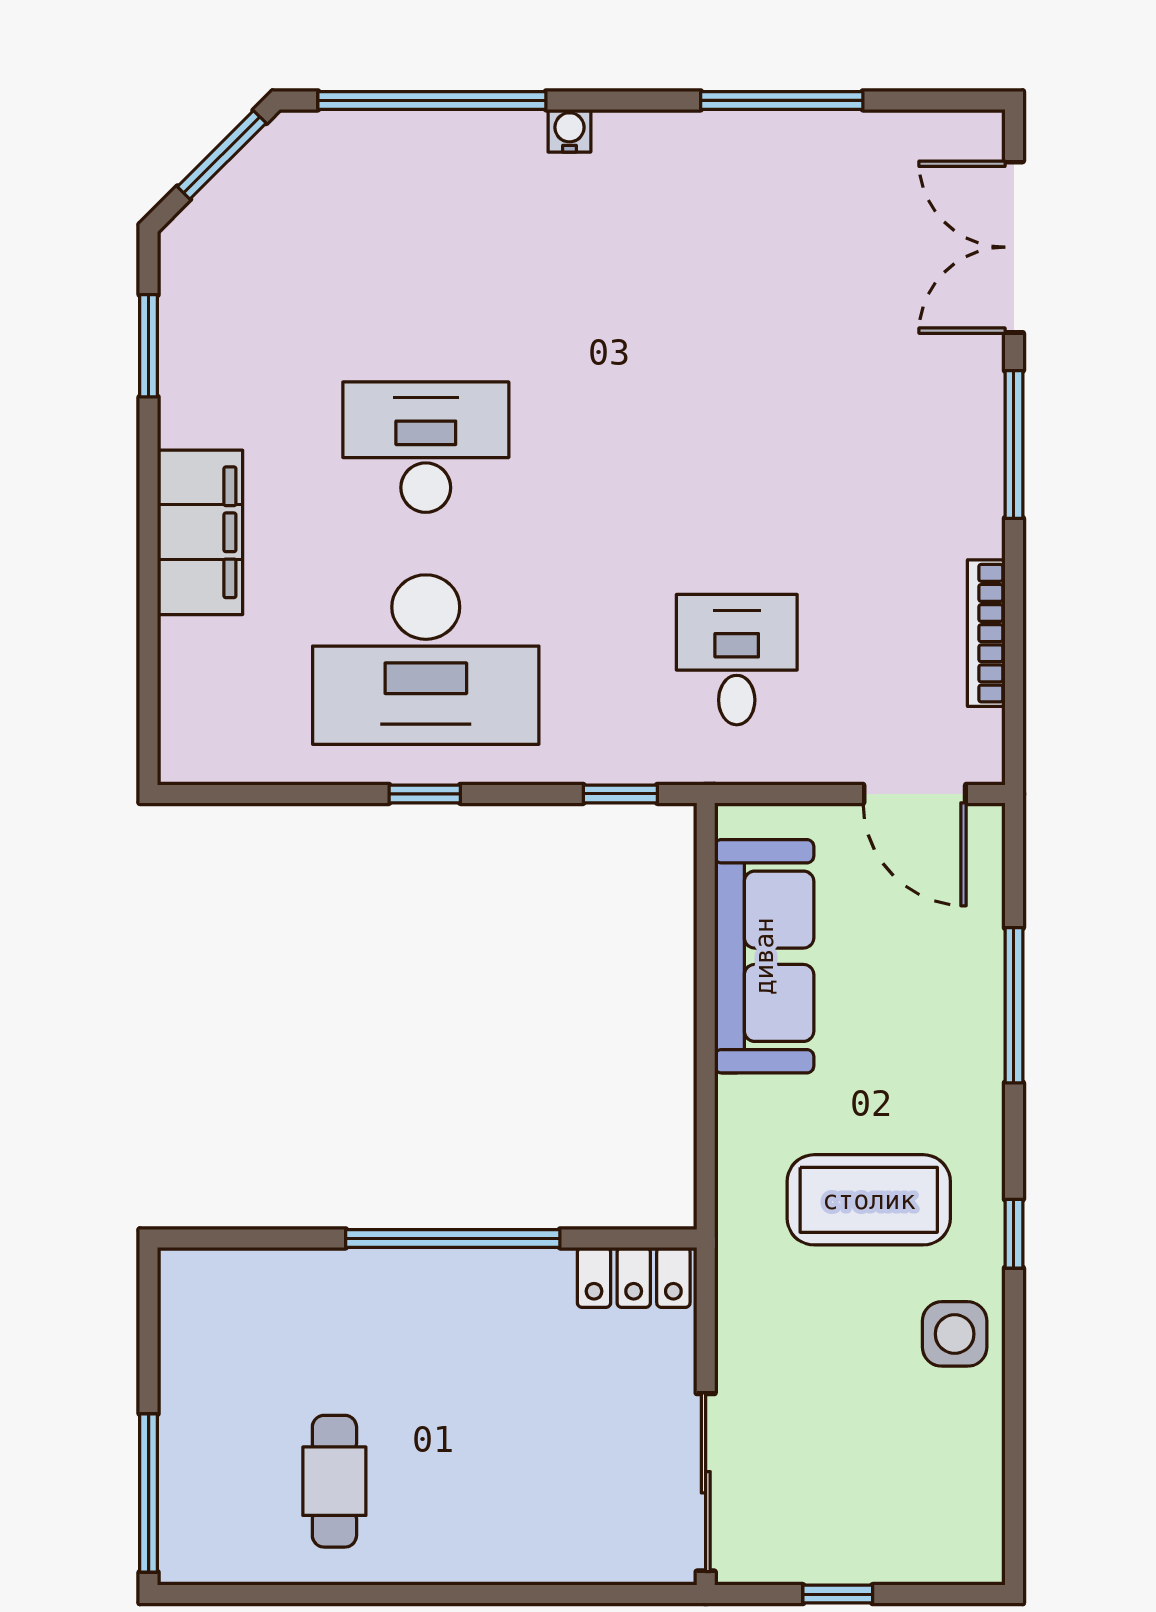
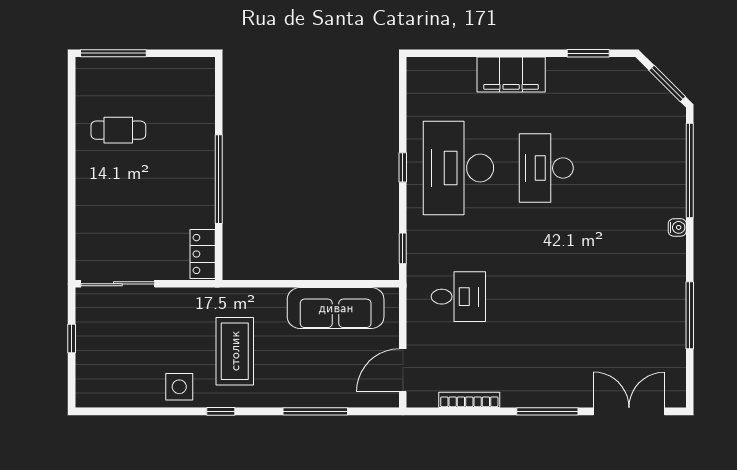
desk: (426, 447) -> (546, 168), turned 180

